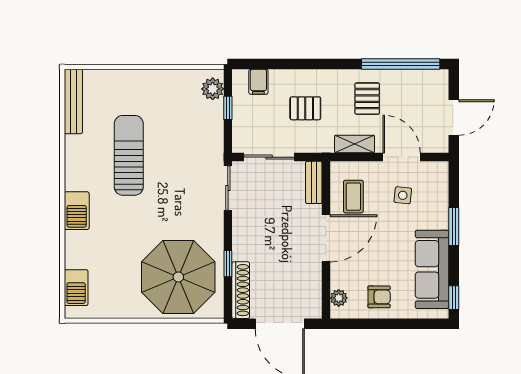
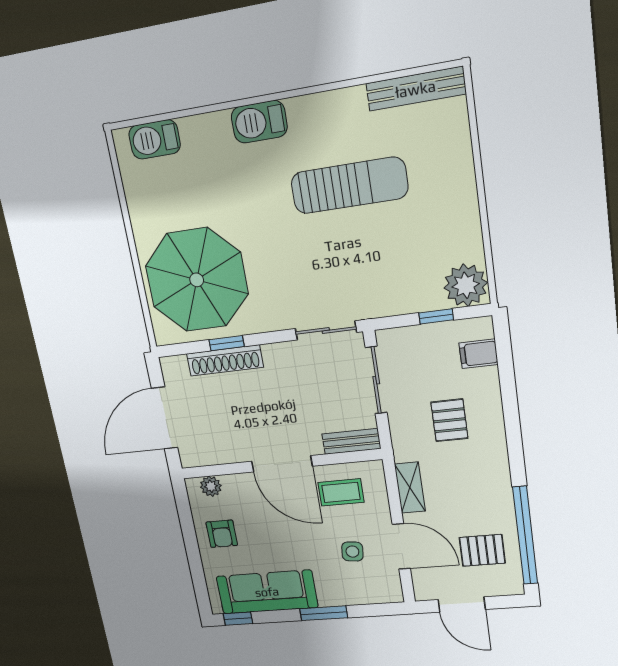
plant: (213, 89) -> (466, 285), width x1.36, depth x1.36
pallet: (367, 99) -> (482, 550), moved
door: (402, 157) -> (401, 546), hinge flipped
shoe rack: (241, 290) -> (225, 360), moved

